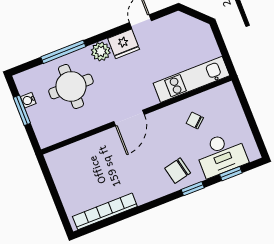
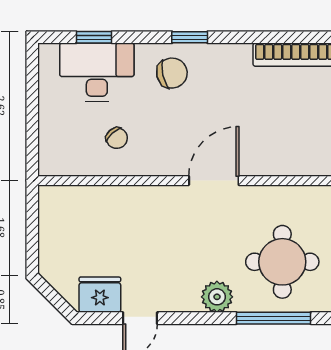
fridge: (124, 44) -> (100, 295), moved
kitchen unit: (191, 79) -> (98, 202), removed
window: (193, 189) -> (190, 37), moved

